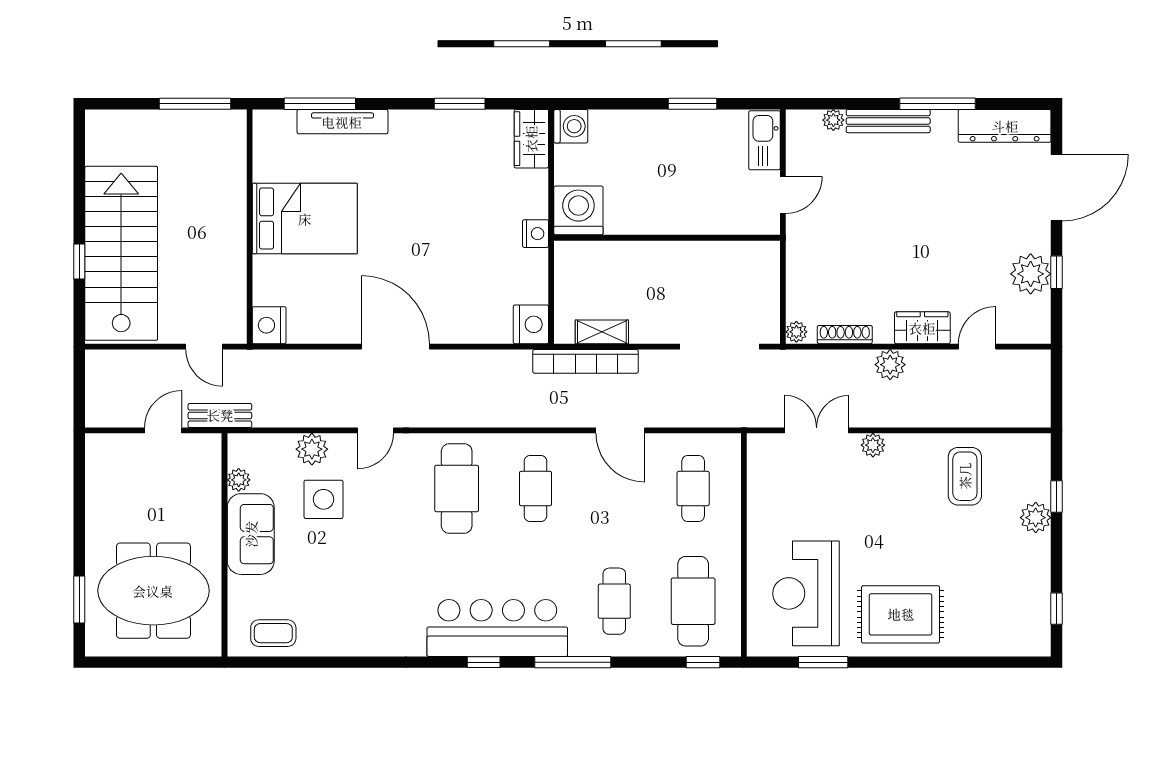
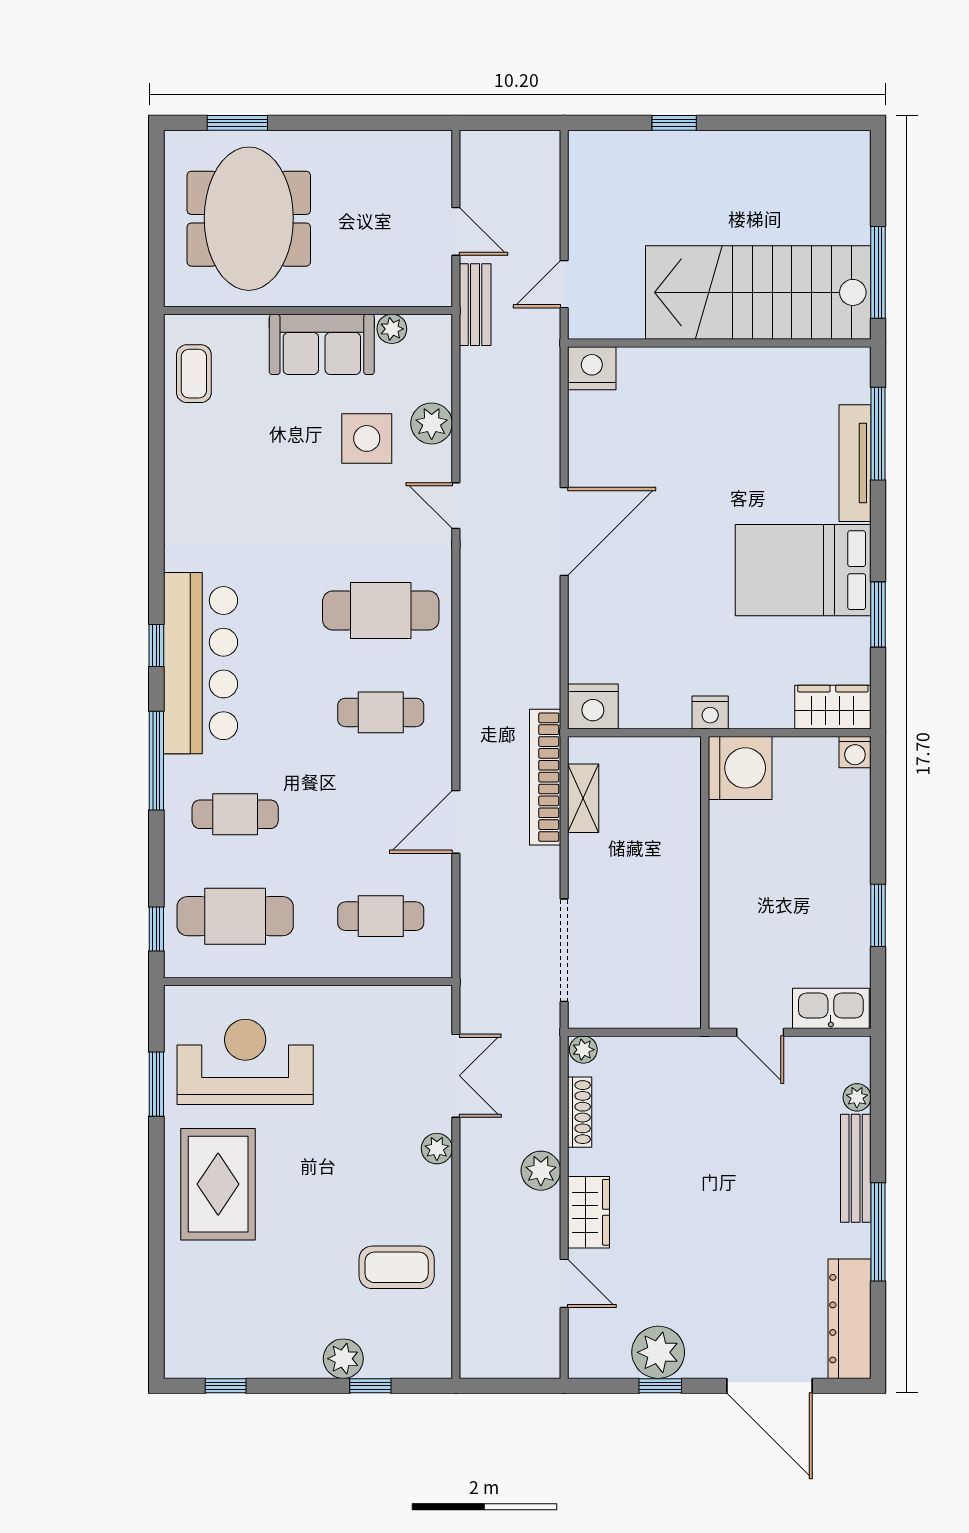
washing machine: (571, 126) -> (855, 752), width x0.73, depth x0.73
bed: (305, 219) -> (803, 570), moved, turned 90
stairs: (121, 253) -> (758, 292), moved, turned 180

